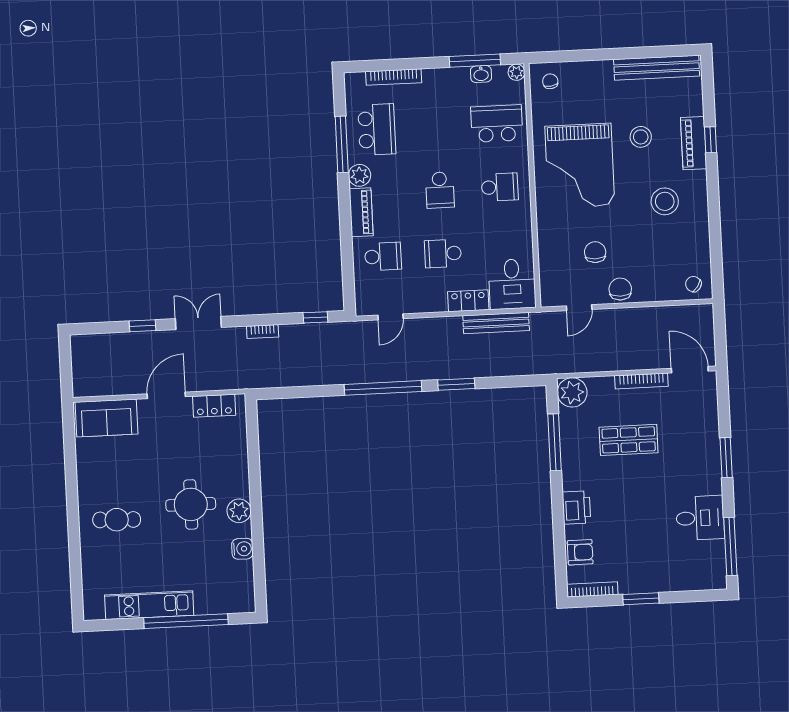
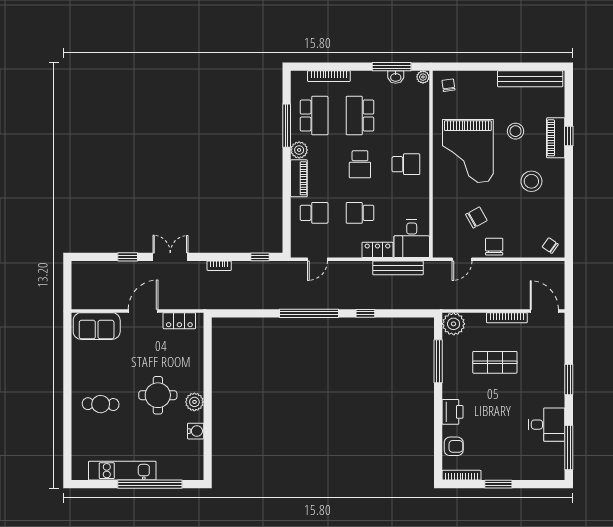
school desk: (497, 124) -> (360, 116), moved, turned -90
chair: (595, 252) -> (476, 217), turned 61
window: (456, 384) -> (365, 313), width x0.67

